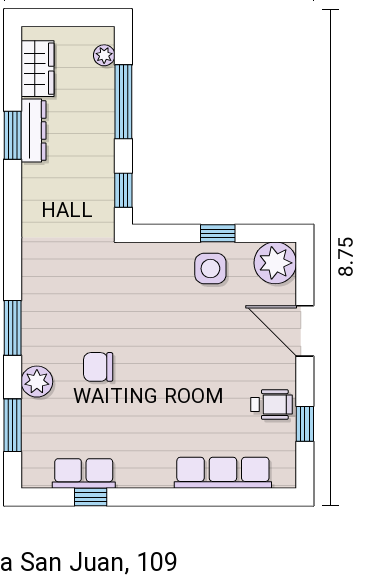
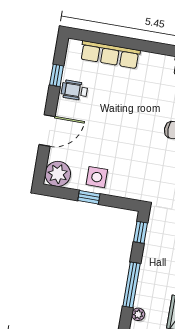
door: (305, 331) -> (47, 131), hinge flipped

